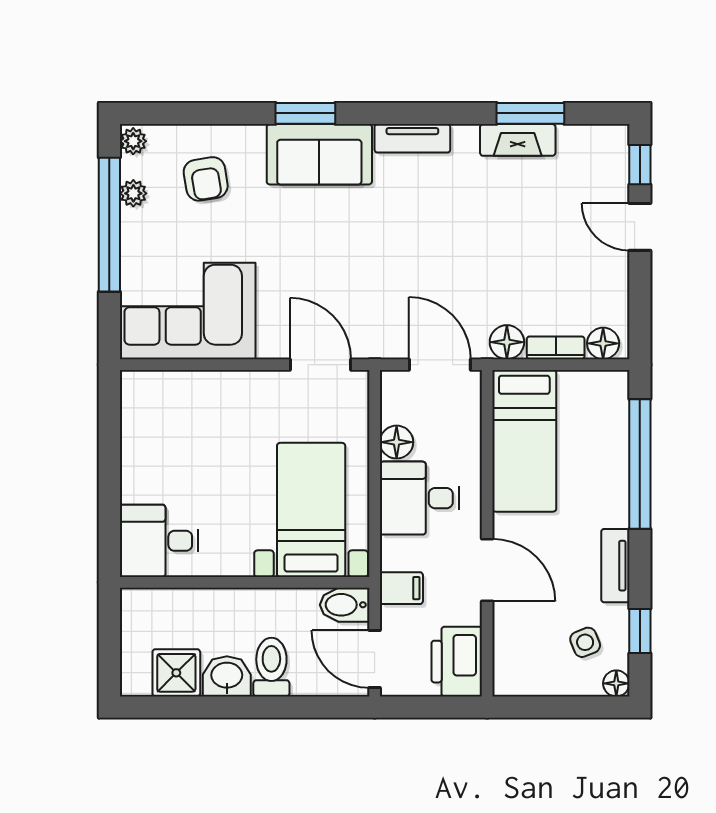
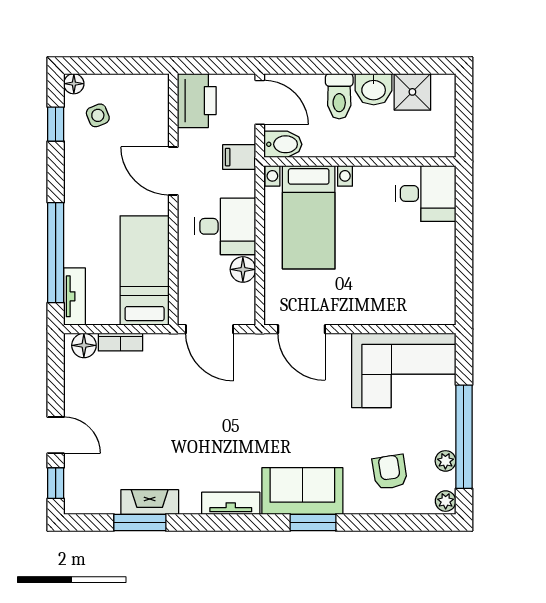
floor lamp: (507, 342) -> (158, 346), removed
tv unit: (615, 566) -> (75, 296), moved

